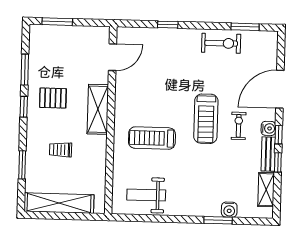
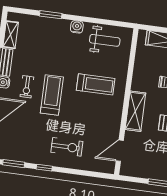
window: (168, 25) -> (44, 168), moved
exercise bike: (221, 43) -> (67, 147), moved, turned 180
water cooler: (229, 210) -> (77, 27), moved

